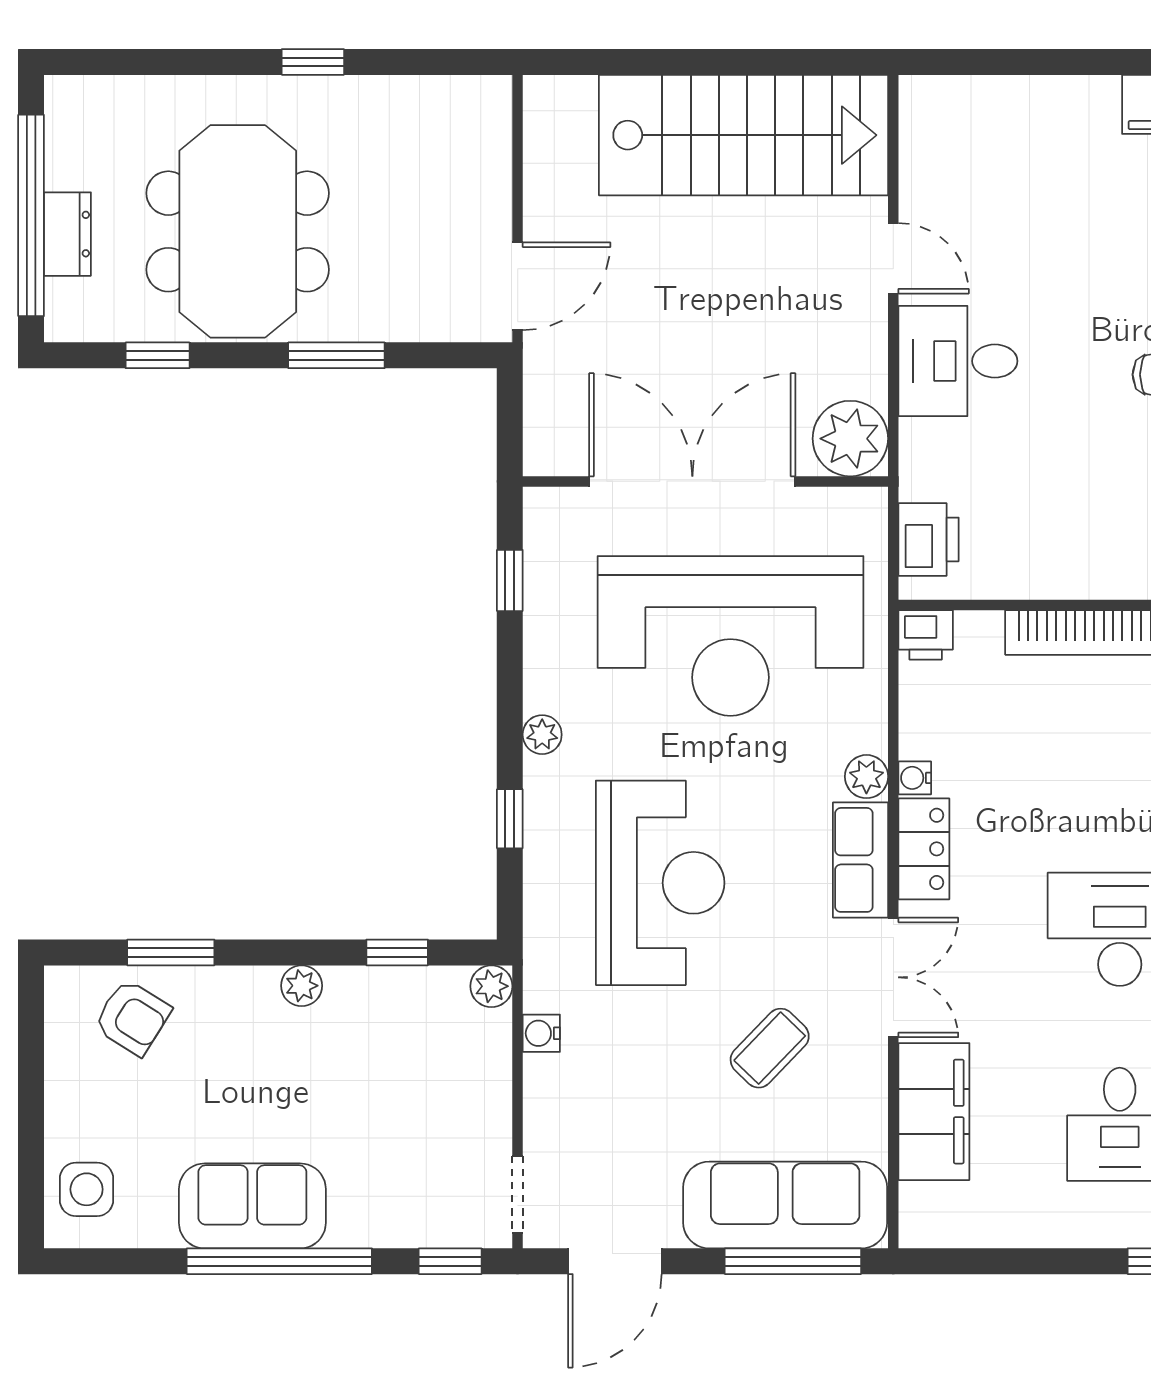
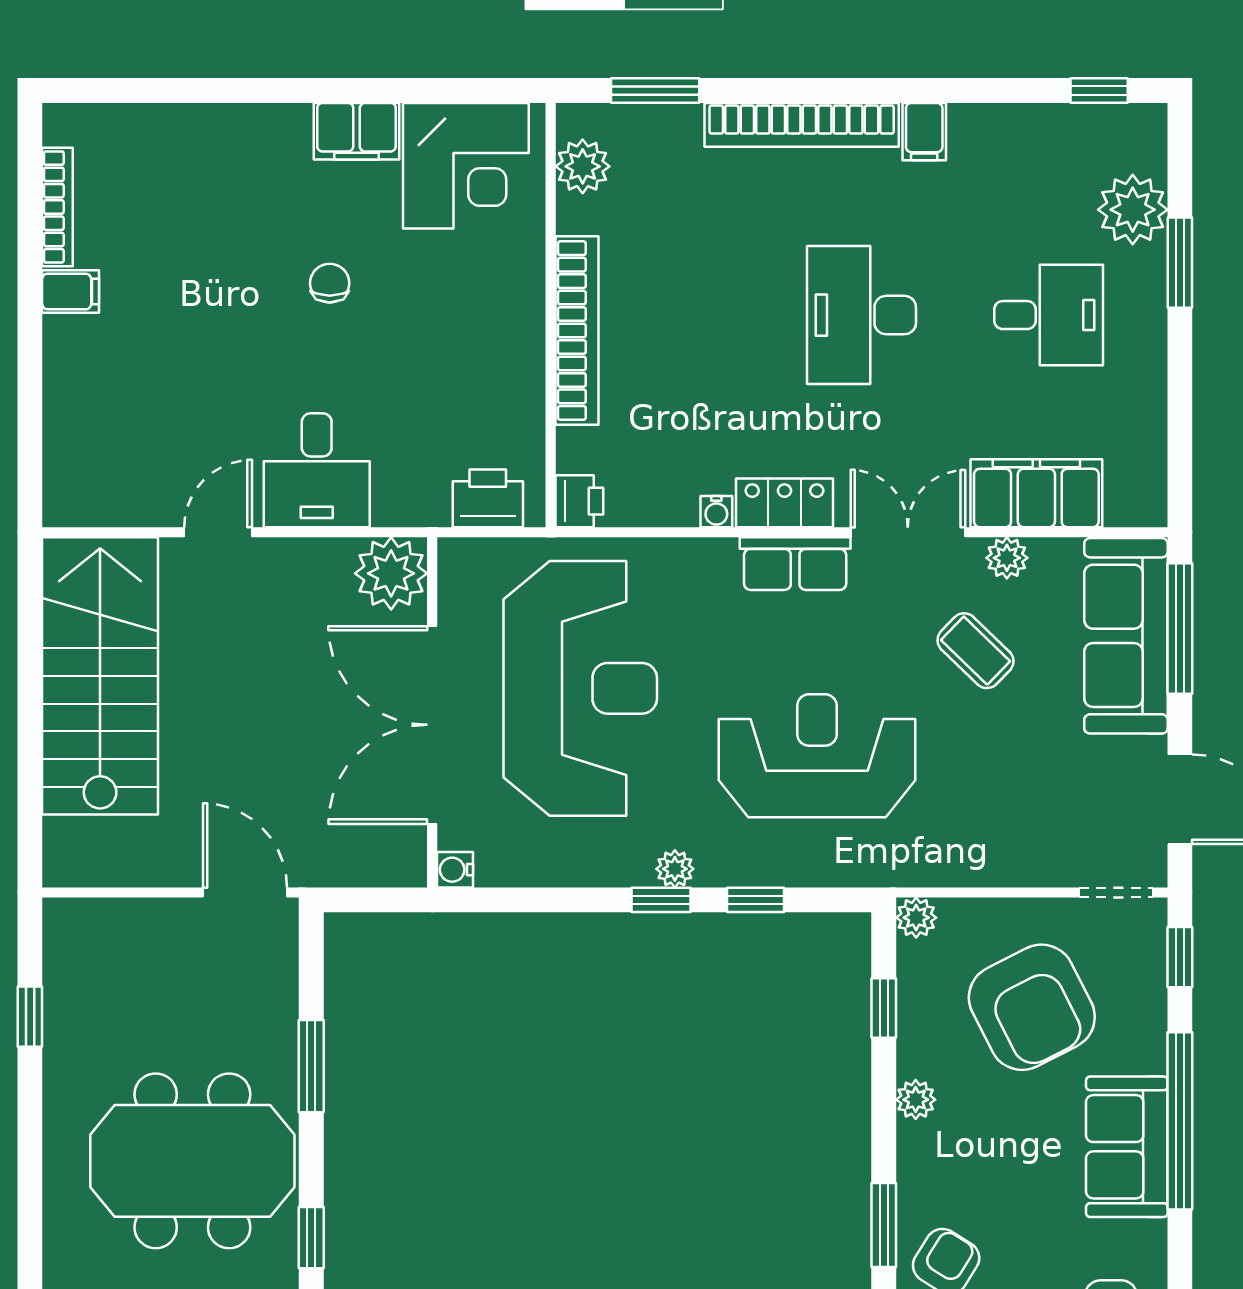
window: (313, 62) -> (30, 1017), moved
window: (510, 580) -> (661, 900), moved
plant: (866, 777) -> (1007, 558), moved
water cooler: (541, 1033) -> (455, 870), moved, turned 90
armchair: (398, 1107) -> (1032, 1007), added

